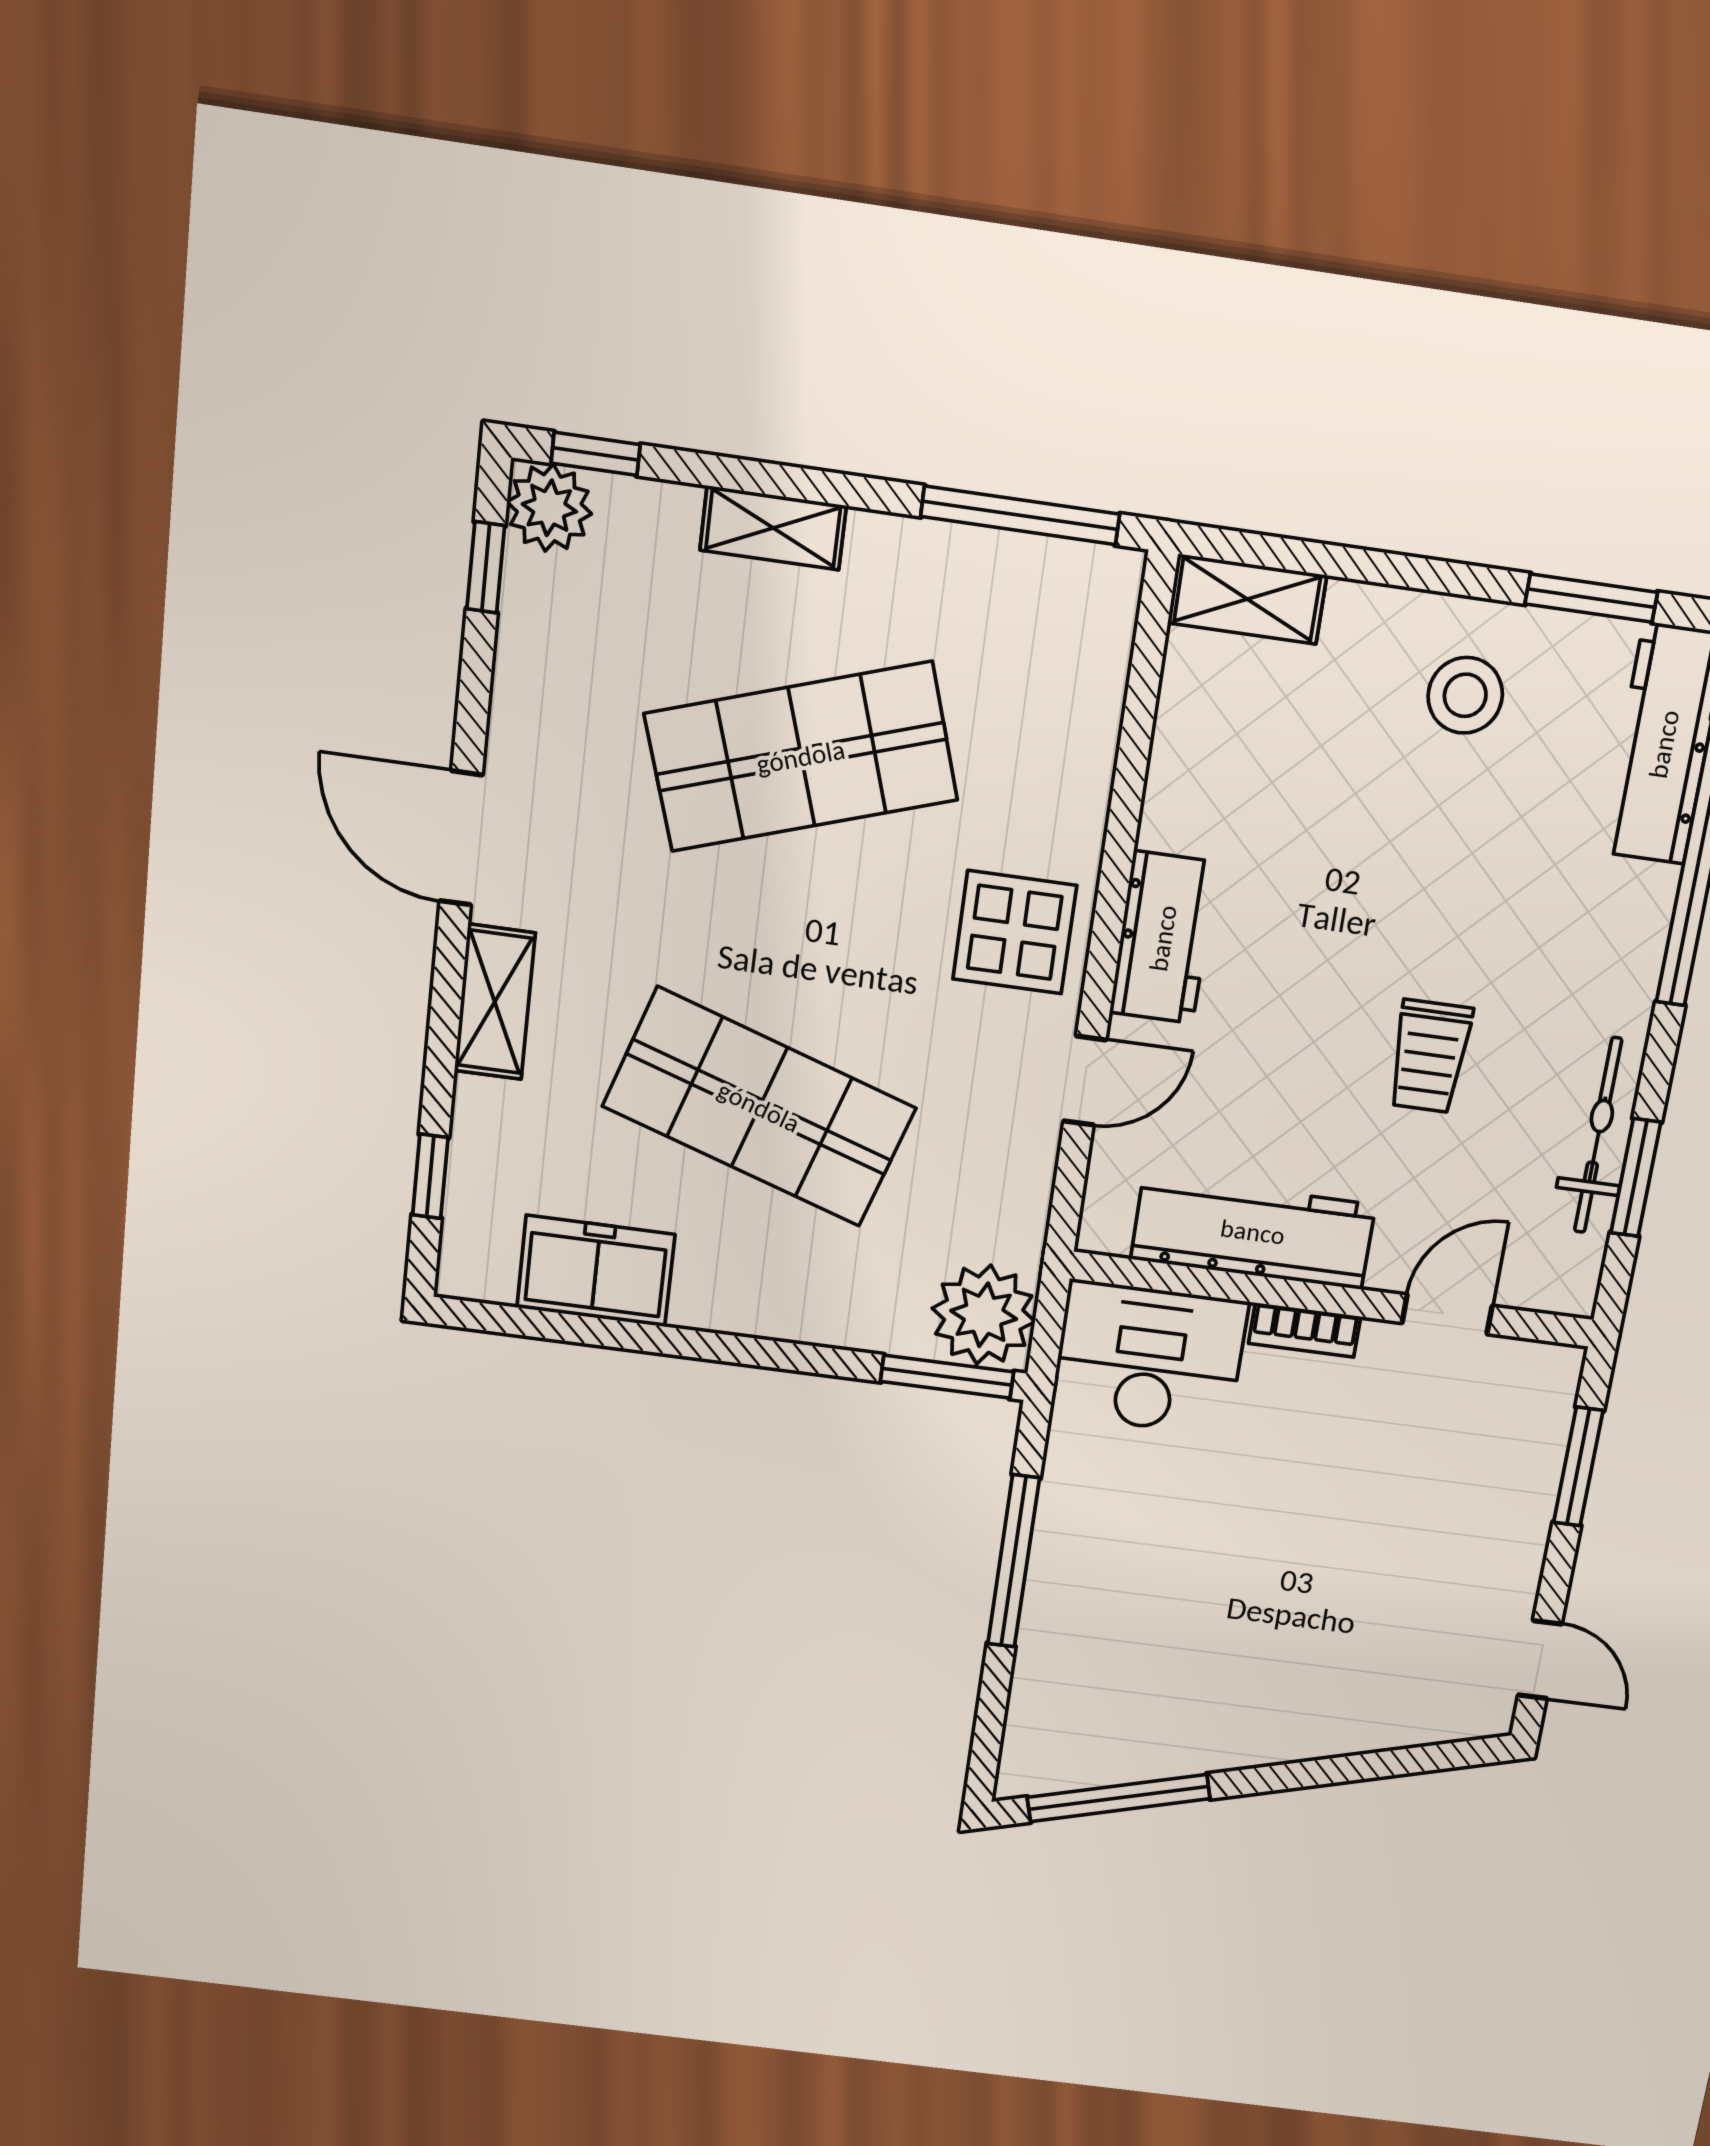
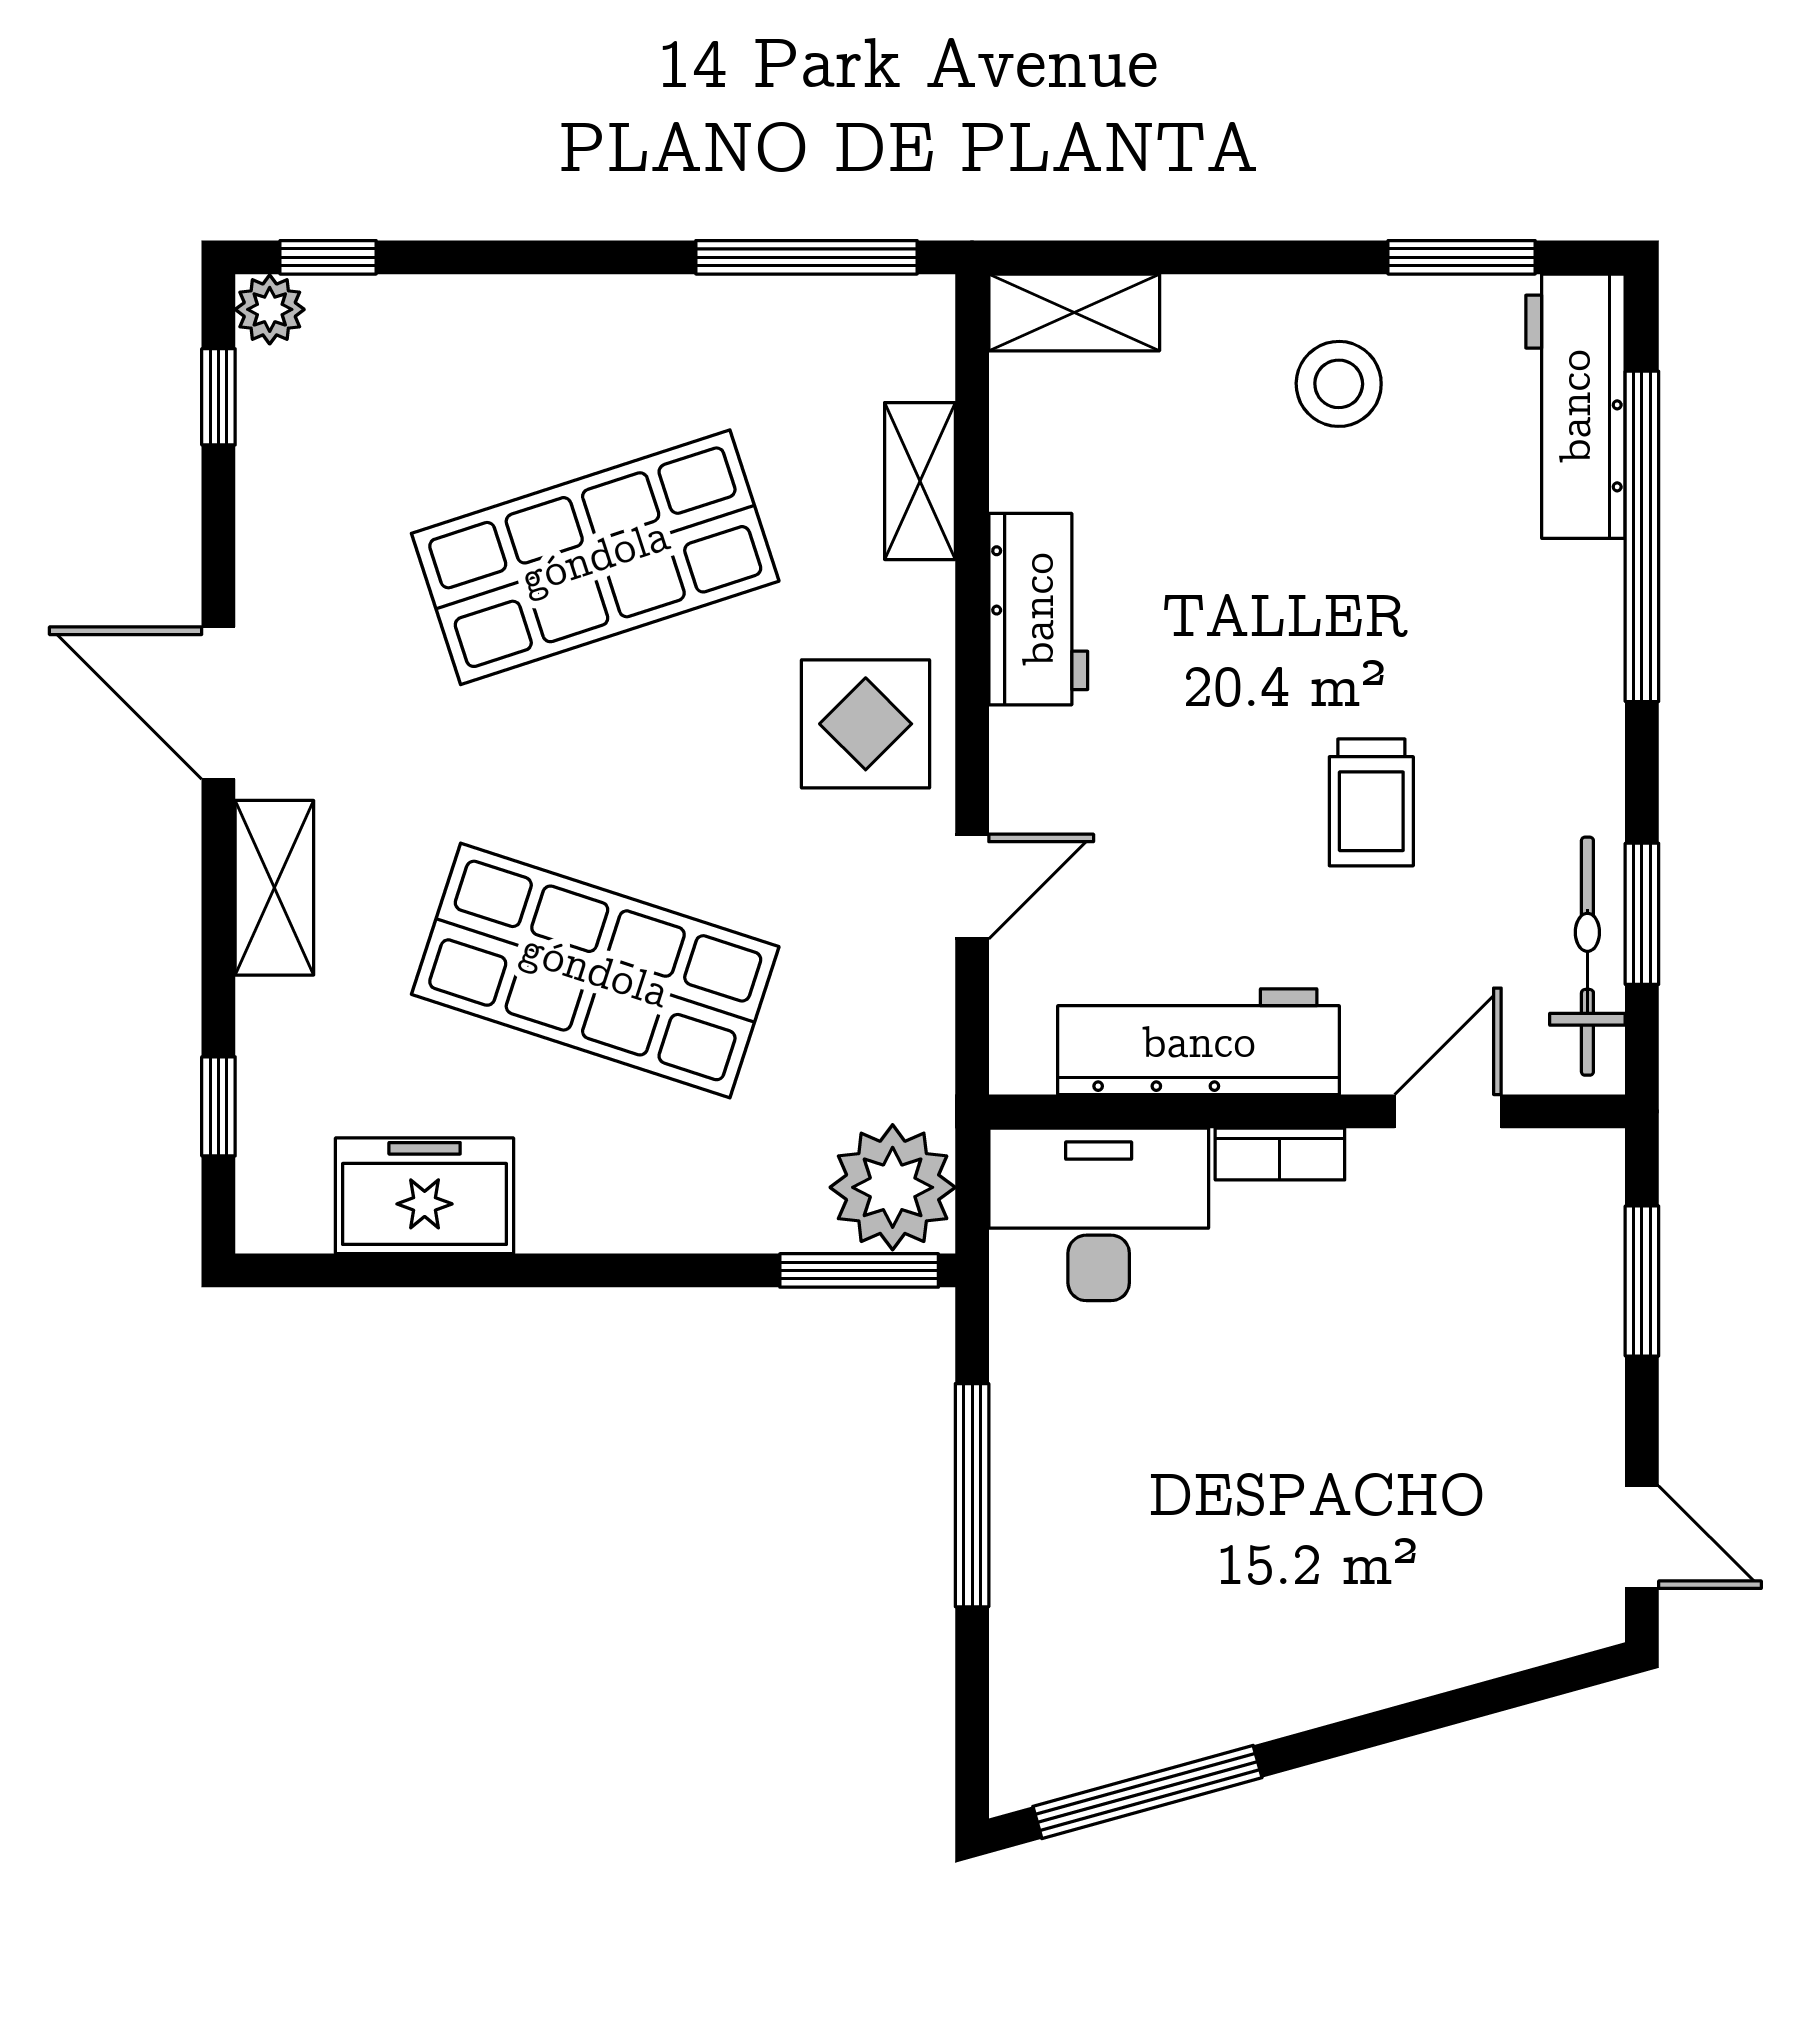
plant: (549, 508) -> (270, 309), width x0.73, depth x0.73
shelving: (773, 528) -> (920, 481), moved, turned 90
workbench: (1163, 938) -> (1038, 609), moved
bicycle: (1598, 1135) -> (1587, 956), moved

